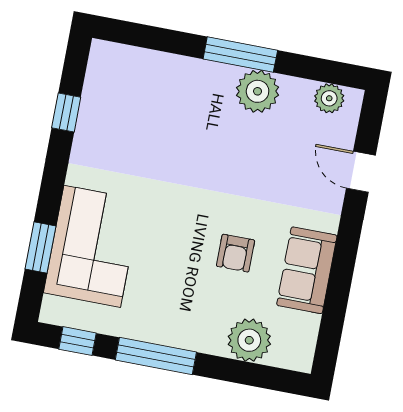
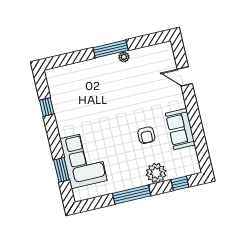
plant: (258, 91) -> (124, 57), width x0.53, depth x0.53
plant: (329, 98) -> (157, 51), removed
plant: (249, 340) -> (156, 173), moved
window: (78, 341) -> (180, 183), moved

